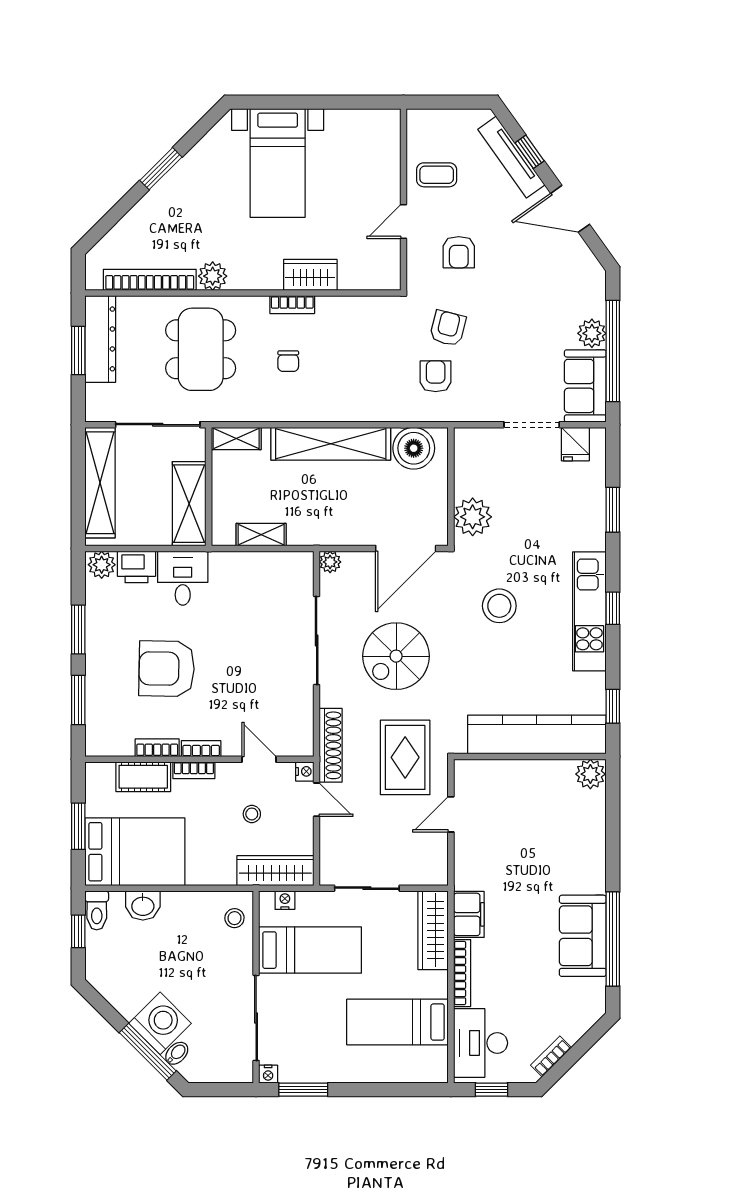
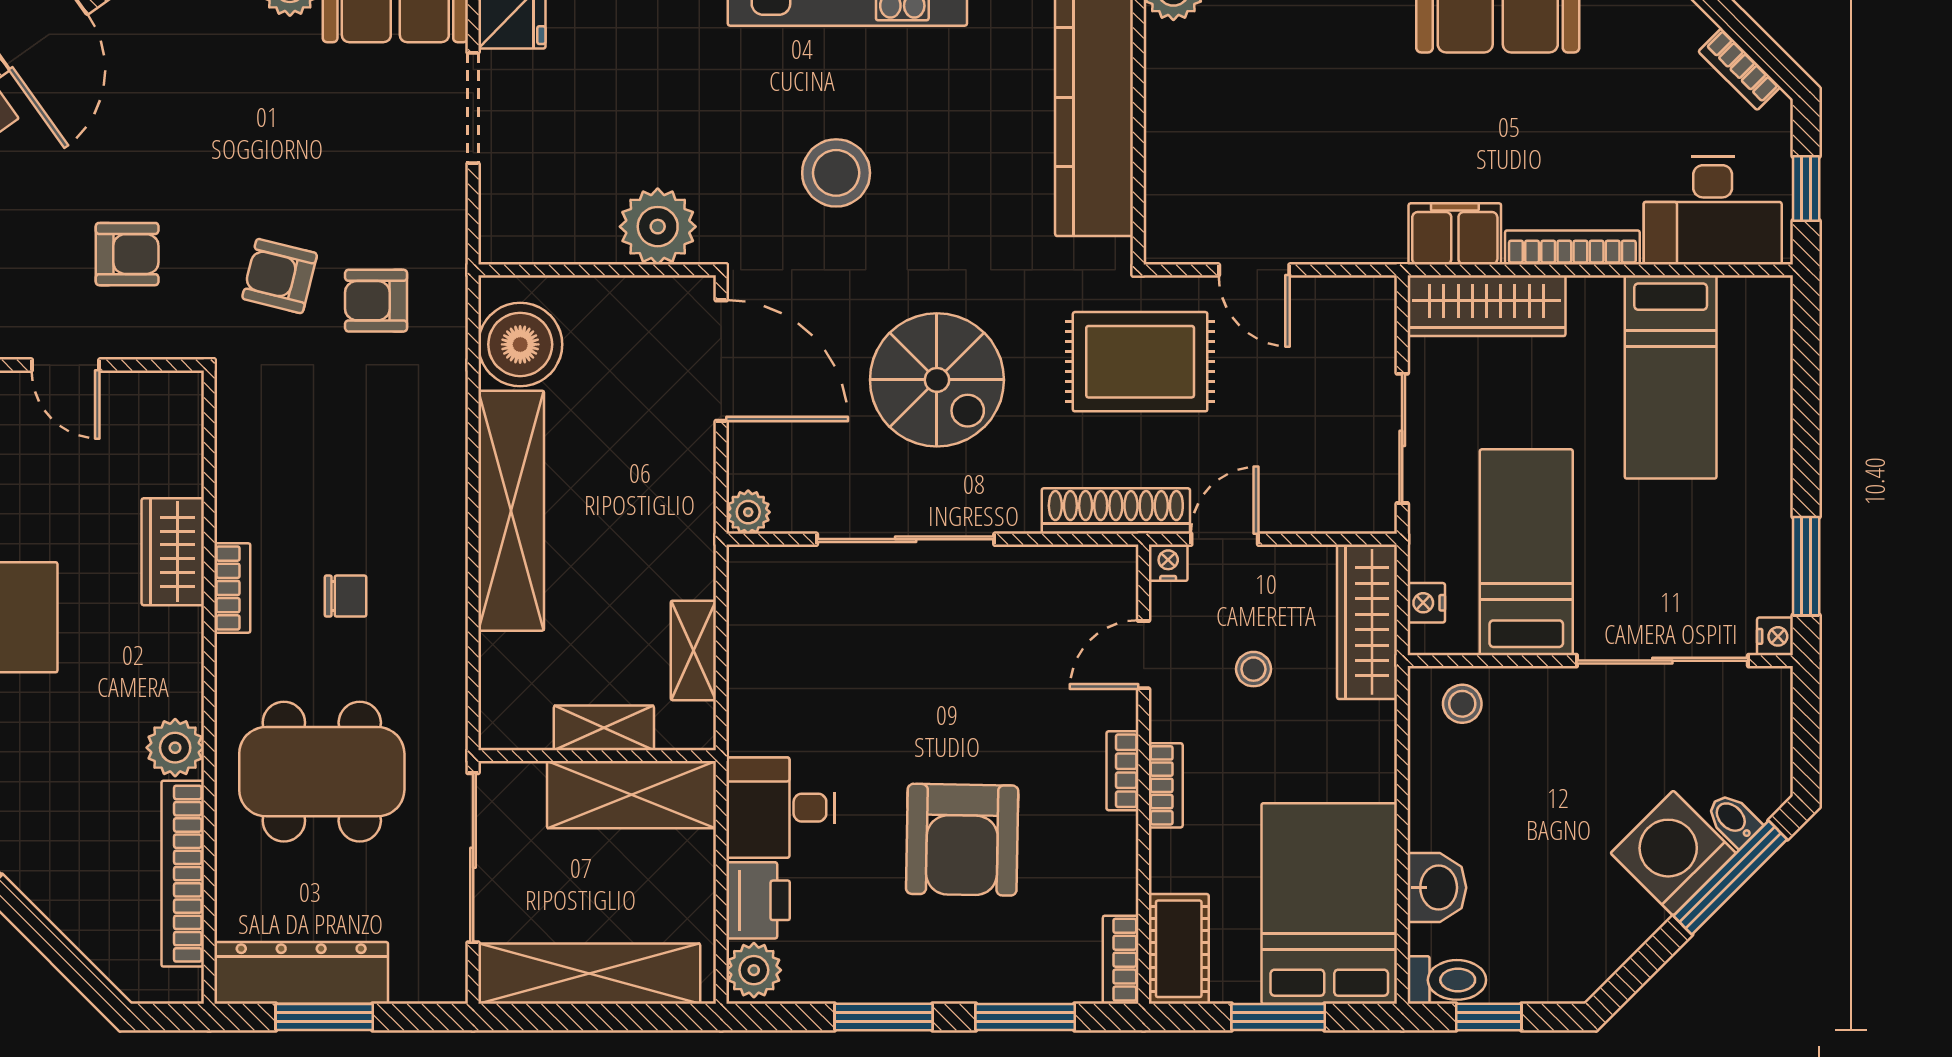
shelving: (236, 439) -> (604, 728), moved, turned 90
bookcase: (157, 748) -> (1121, 960), moved
cot: (143, 777) -> (1179, 949), moved

